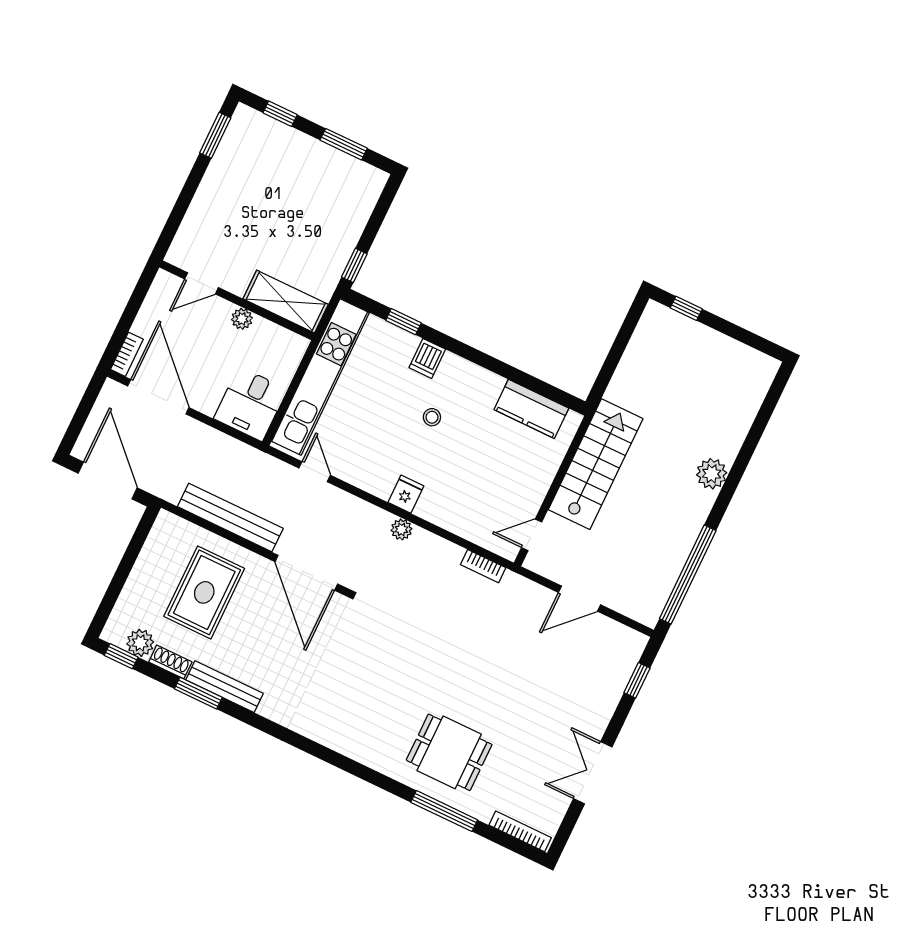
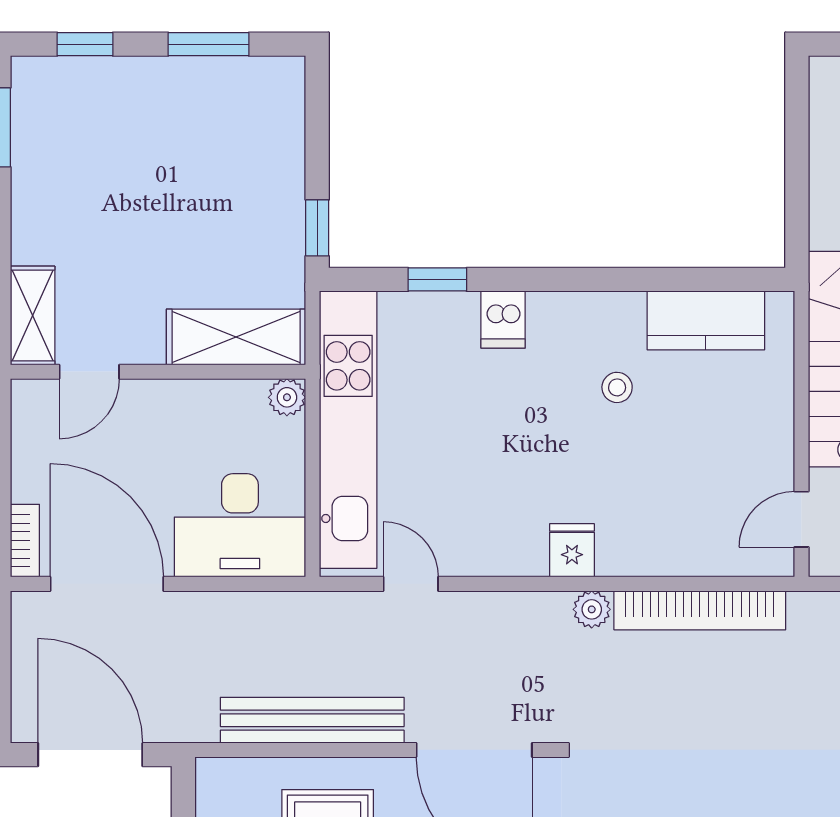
shelving: (186, 240) -> (33, 315), added
plant: (242, 319) -> (287, 397), moved
desk: (250, 404) -> (240, 525), width x1.37
stool: (432, 417) -> (617, 387), moved
bookcase: (483, 566) -> (700, 610), width x2.31, depth x1.31

